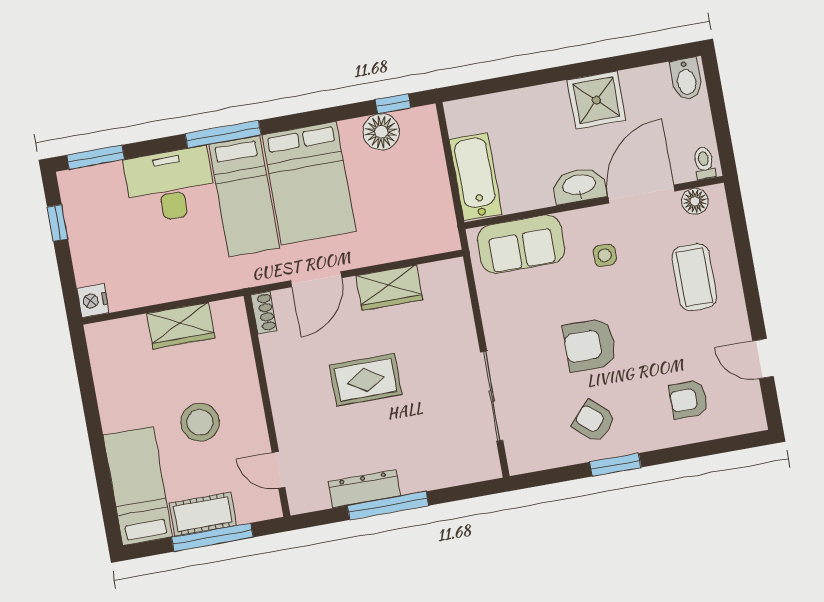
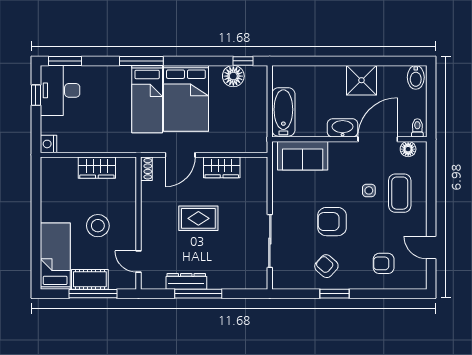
desk: (170, 185) -> (60, 90), moved, turned -90
side table: (605, 255) -> (369, 190), moved

